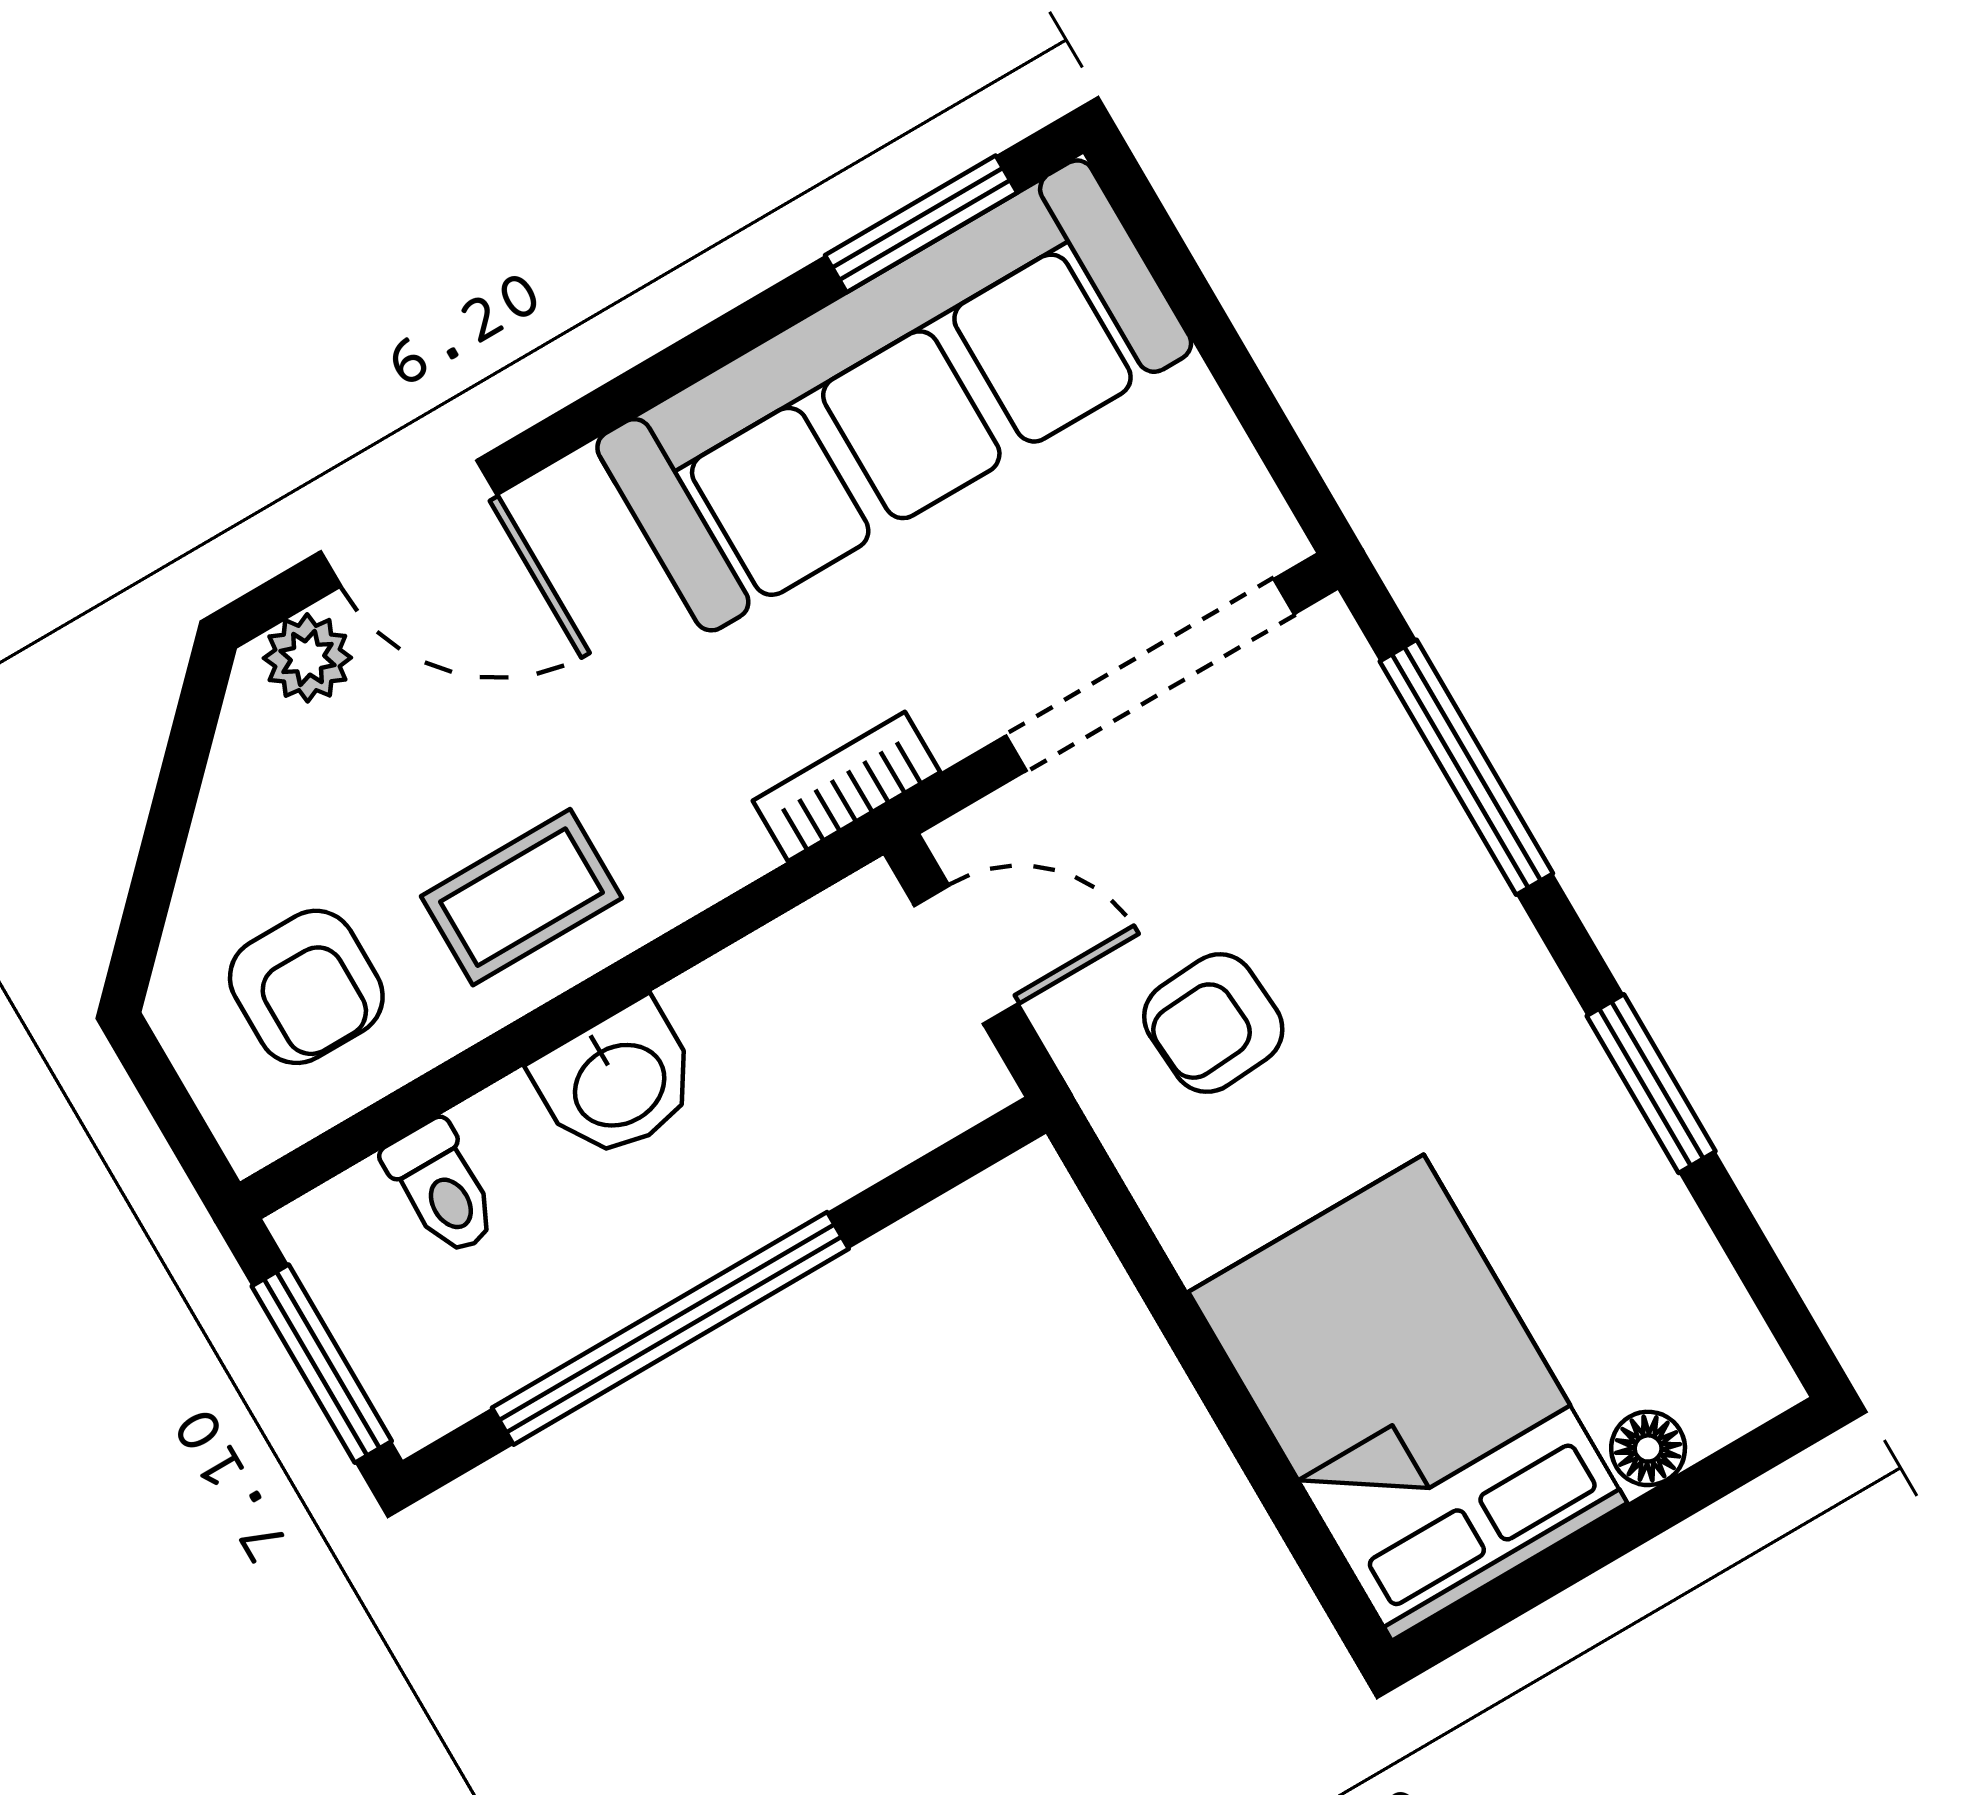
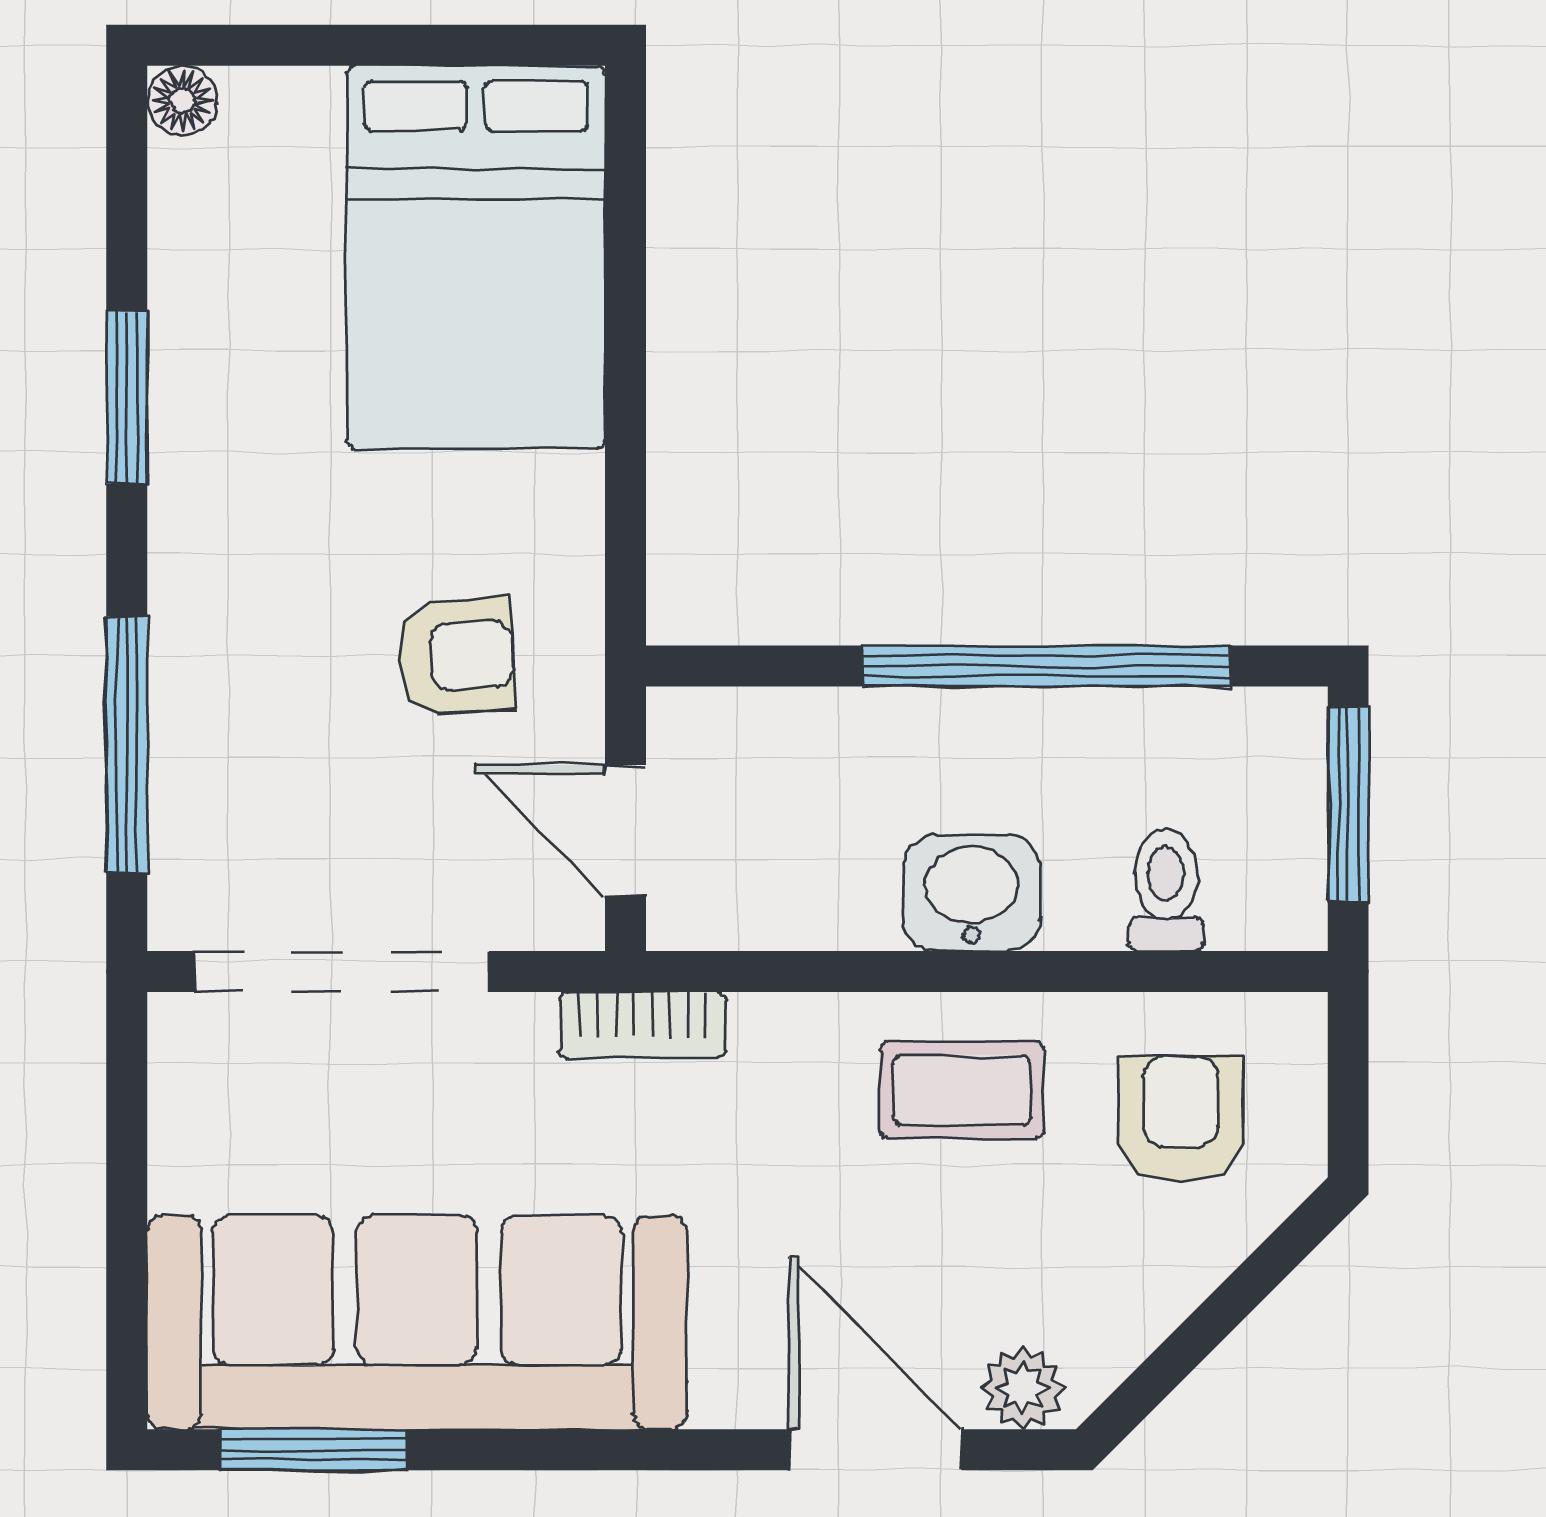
floor lamp: (1648, 1448) -> (182, 101), moved

